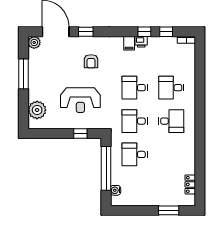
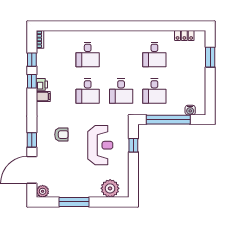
desk: (171, 121) -> (154, 55), moved, turned 180

